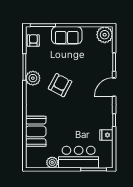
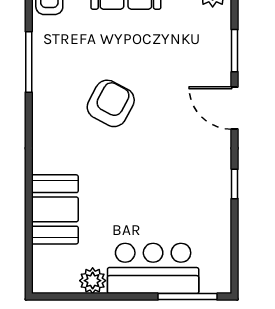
plant: (33, 78) -> (48, 87), removed
door: (114, 87) -> (235, 108), hinge flipped
fridge: (106, 135) -> (217, 218), removed

